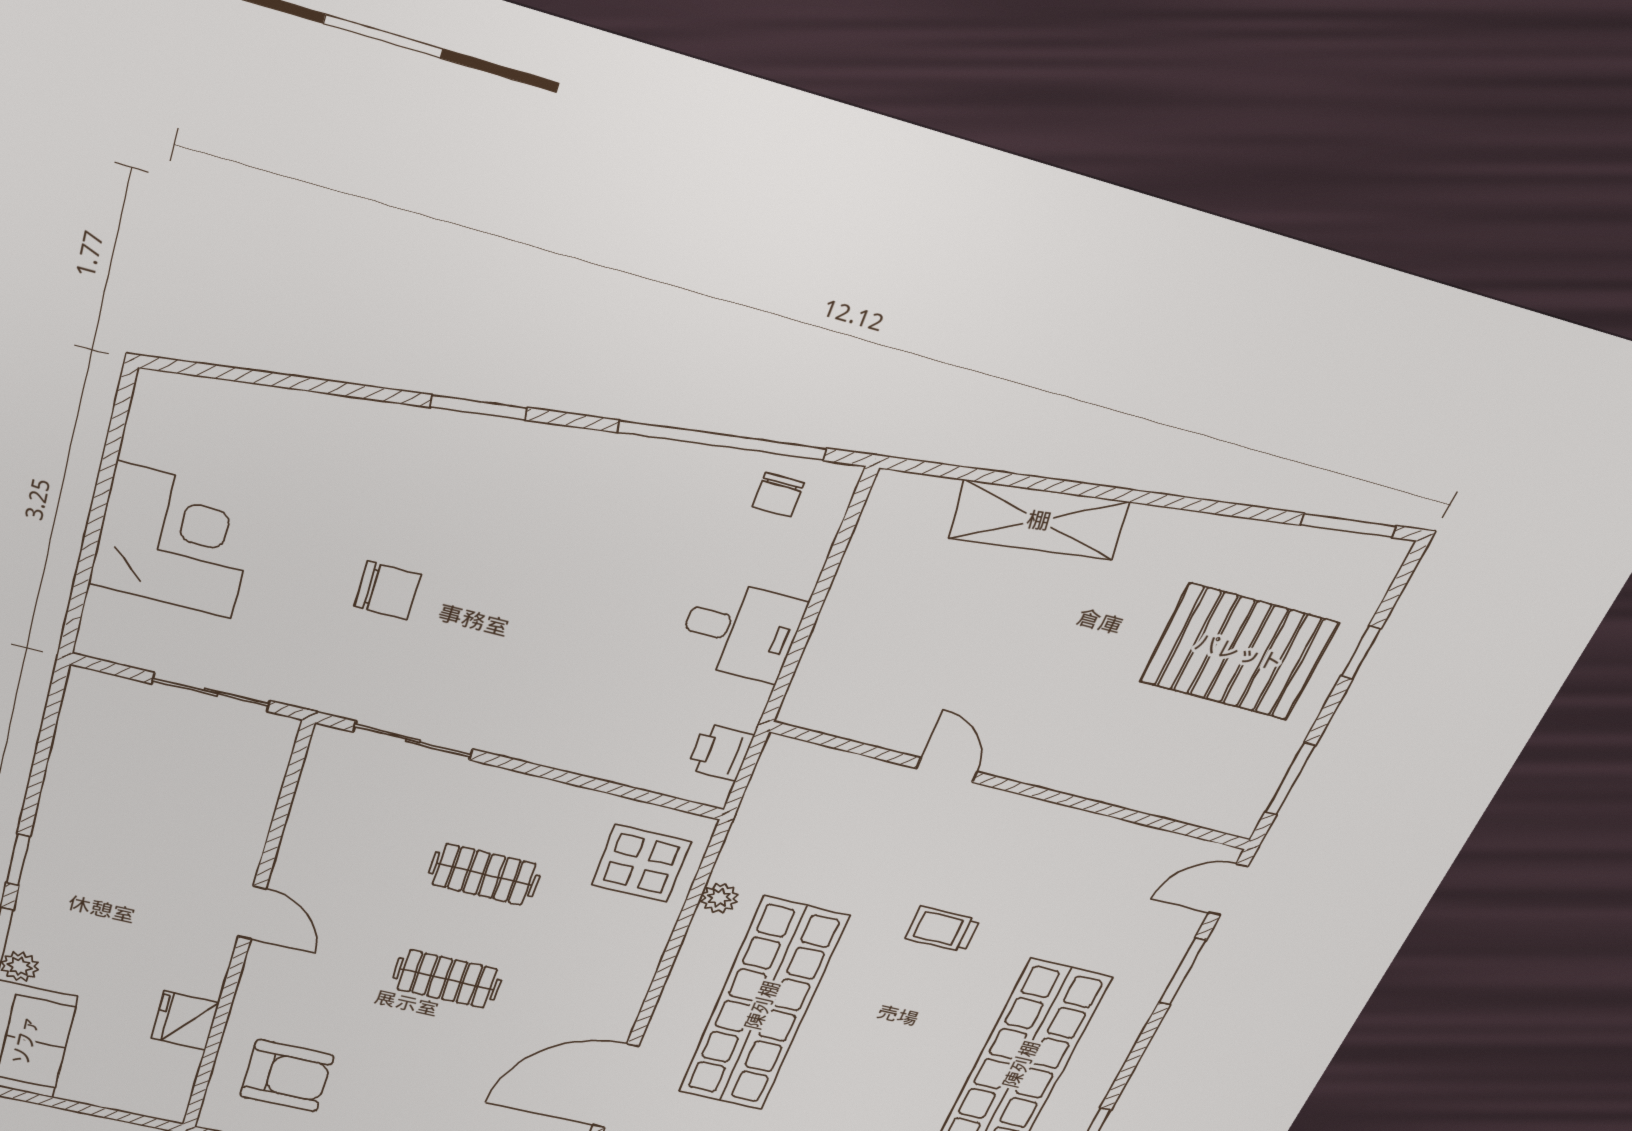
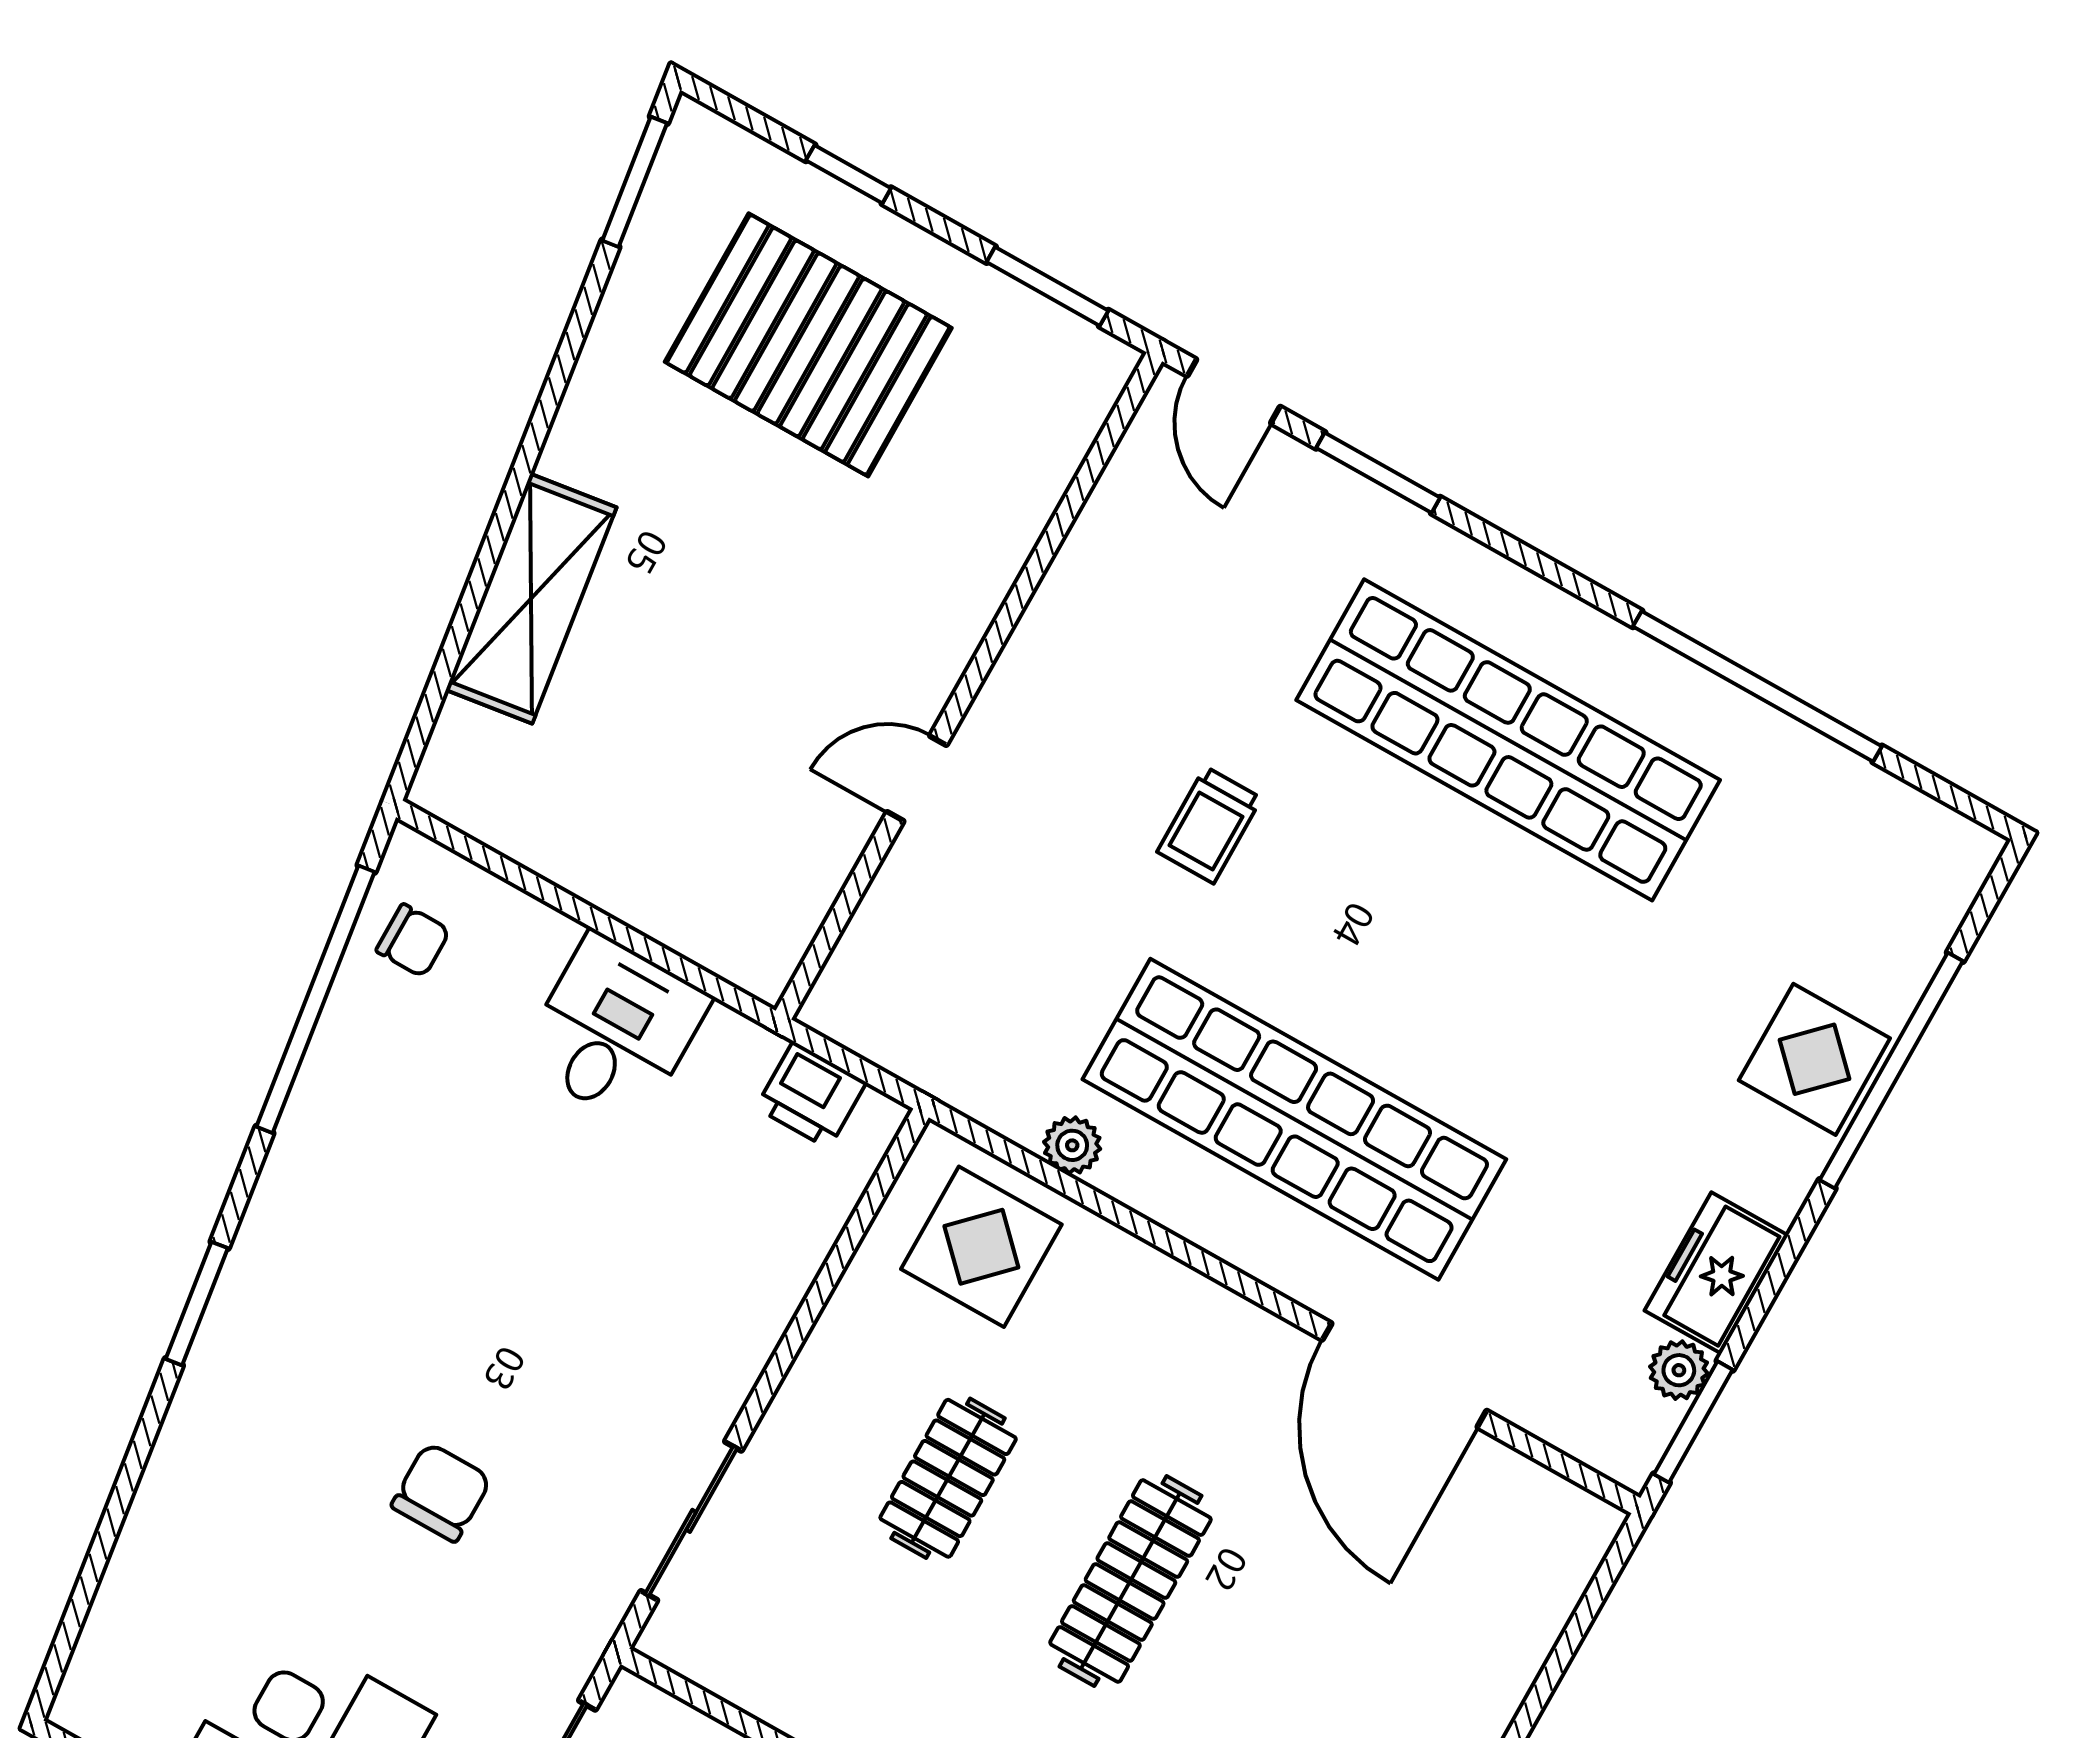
pallet: (1239, 652) -> (808, 345), turned 90
clothes rail: (447, 979) -> (1130, 1581), width x1.36

